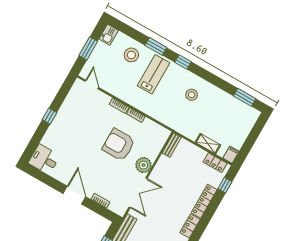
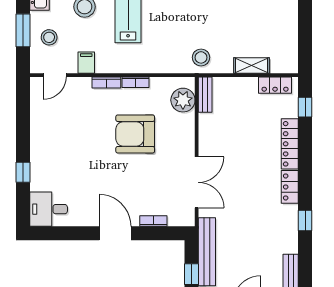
stool: (101, 61) -> (49, 37), added
door: (92, 84) -> (55, 75), swing flipped
stool: (192, 95) -> (201, 57), moved
window: (50, 116) -> (23, 172), moved
filing cabinet: (231, 155) -> (86, 63), moved
plant: (143, 165) -> (183, 100), moved

